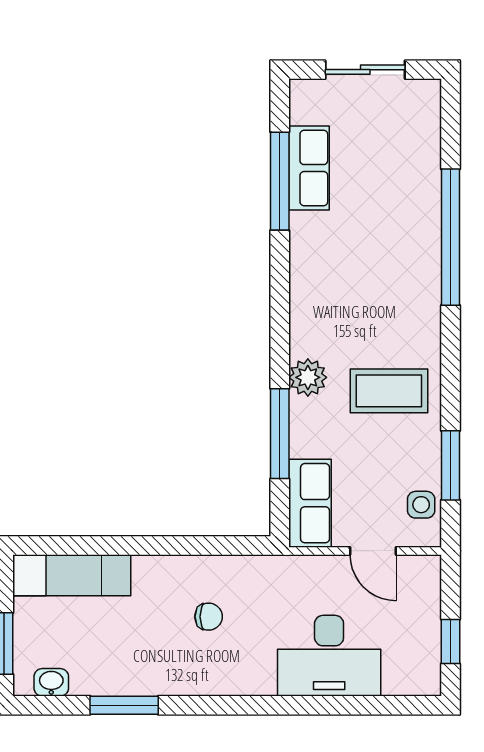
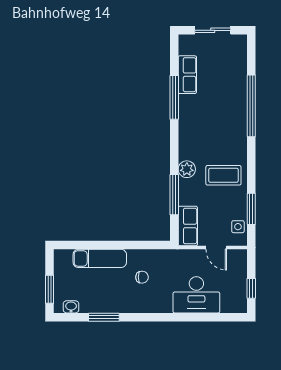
window: (280, 181) -> (174, 97), moved
exam couch: (72, 575) -> (100, 258), moved

